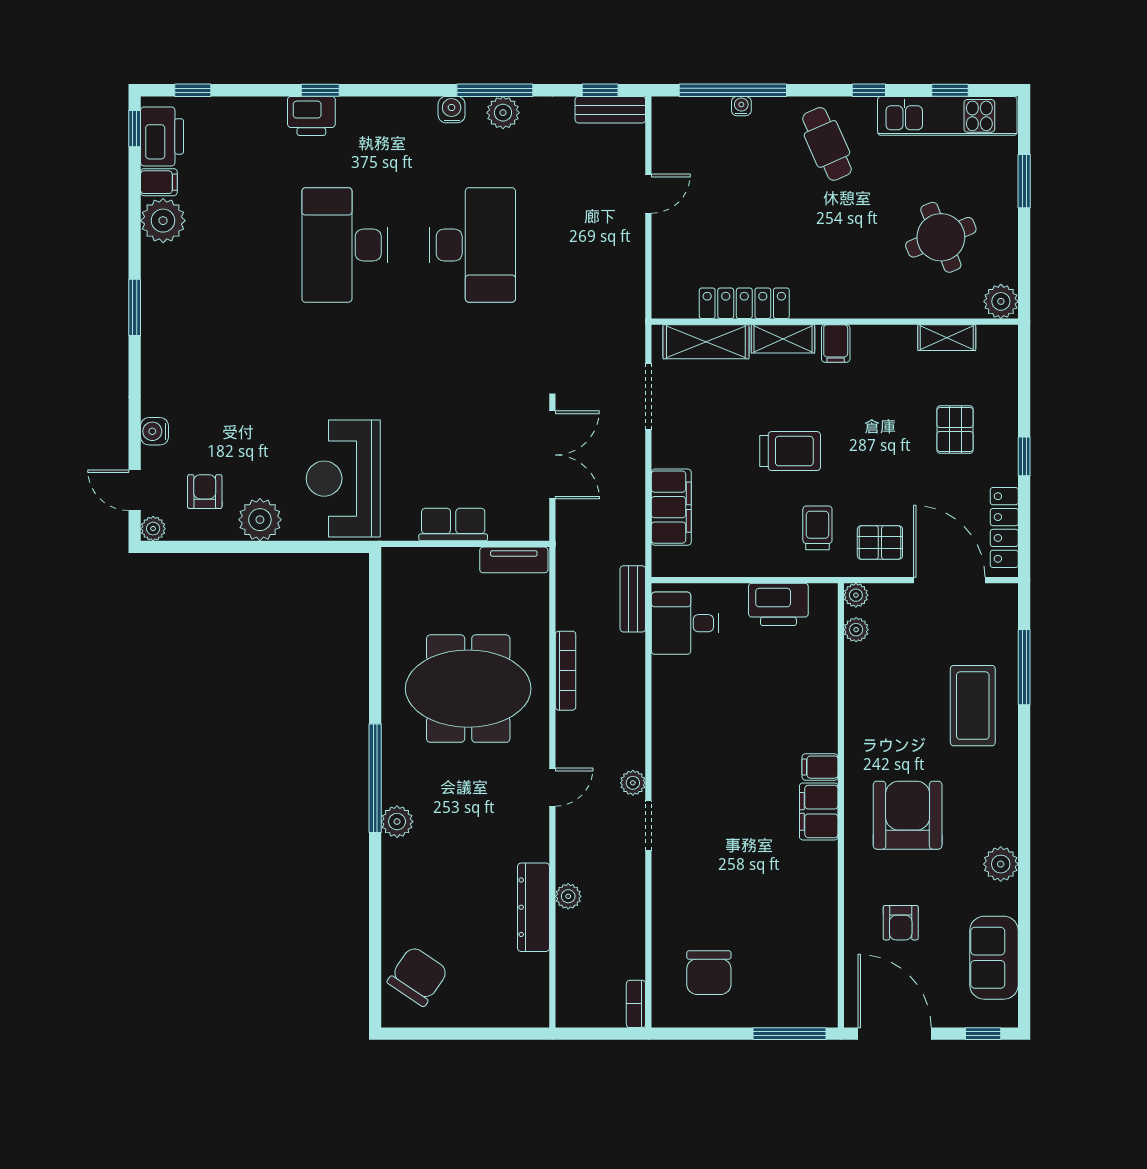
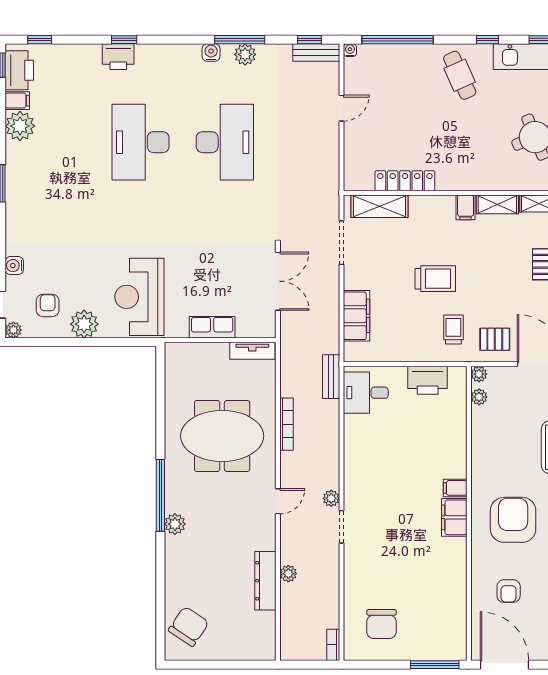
water cooler: (741, 106) -> (350, 50), moved
shelving: (783, 339) -> (497, 204), moved

